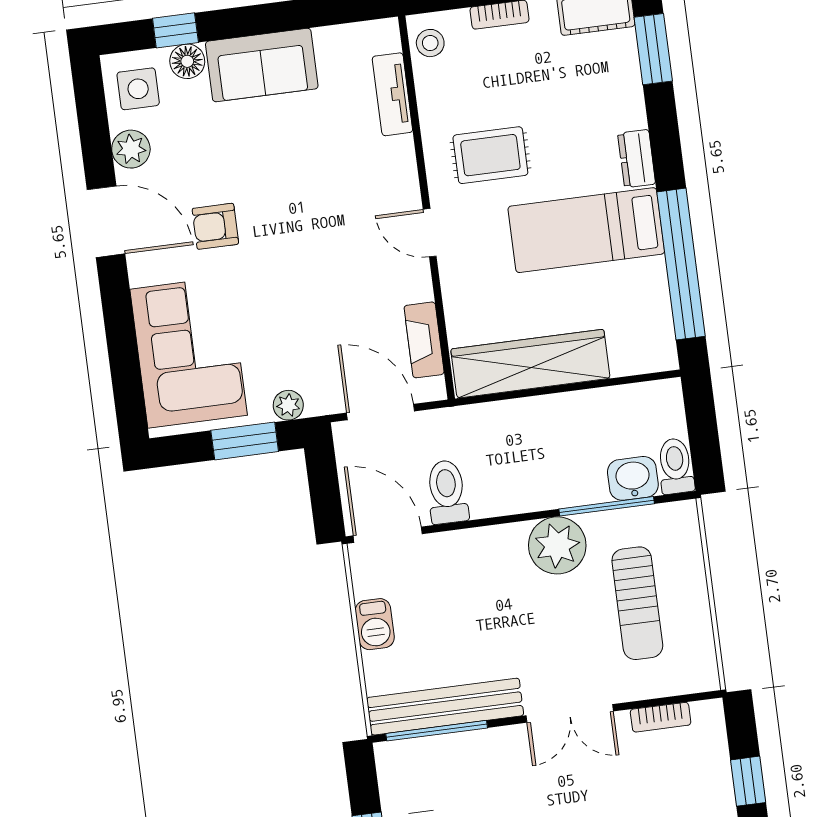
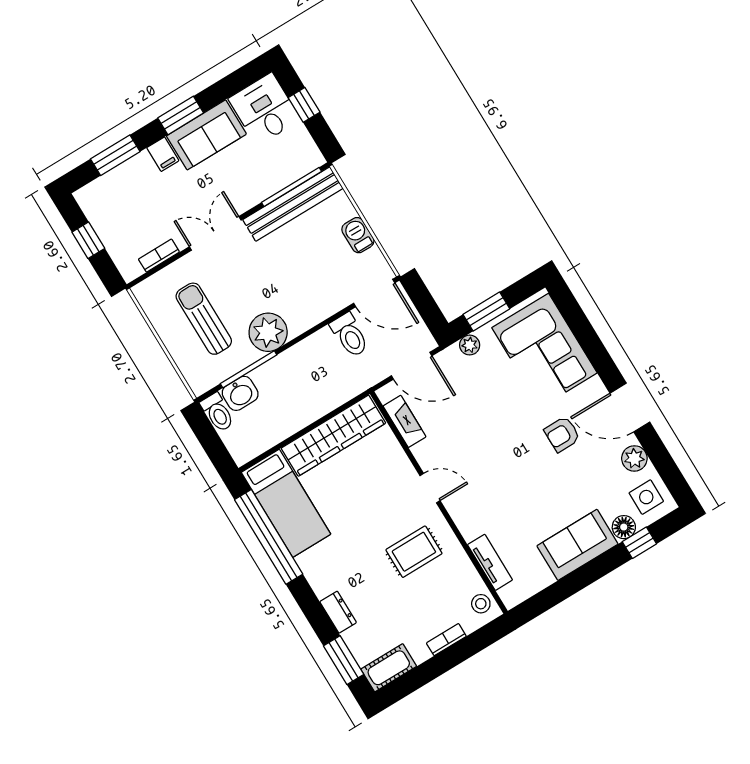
dresser: (637, 159) -> (338, 612), moved
armchair: (215, 226) -> (562, 434), turned 180
bed: (586, 230) -> (286, 503), moved, turned 90

